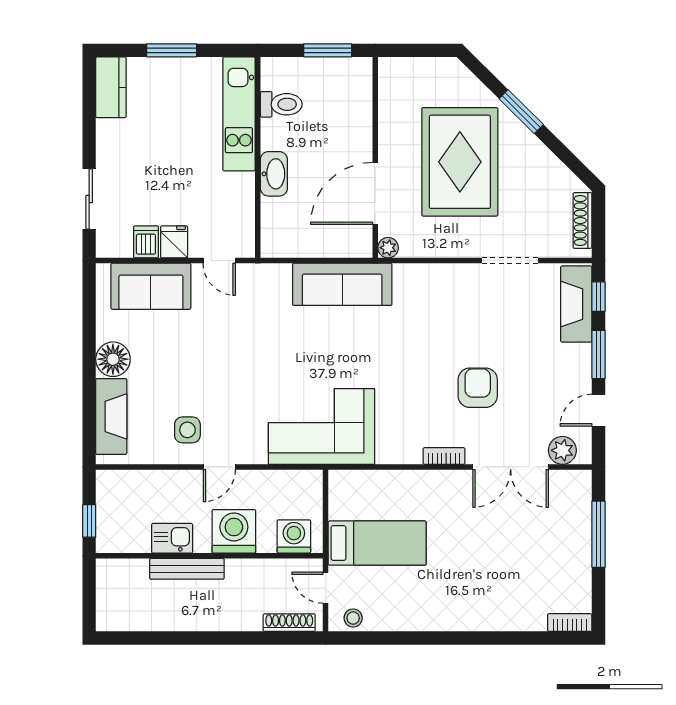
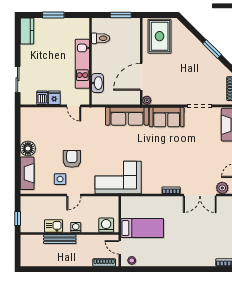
window: (521, 112) -> (212, 49), moved
kitchen unit: (239, 114) -> (82, 64), moved
rug: (460, 162) -> (160, 36), moved, width x0.73, depth x0.69
washbasin: (274, 174) -> (97, 83), moved
sofa: (151, 286) -> (167, 117), moved
armchair: (478, 388) -> (72, 159), moved
washing machine: (234, 531) -> (76, 227), width x0.53, depth x0.53

